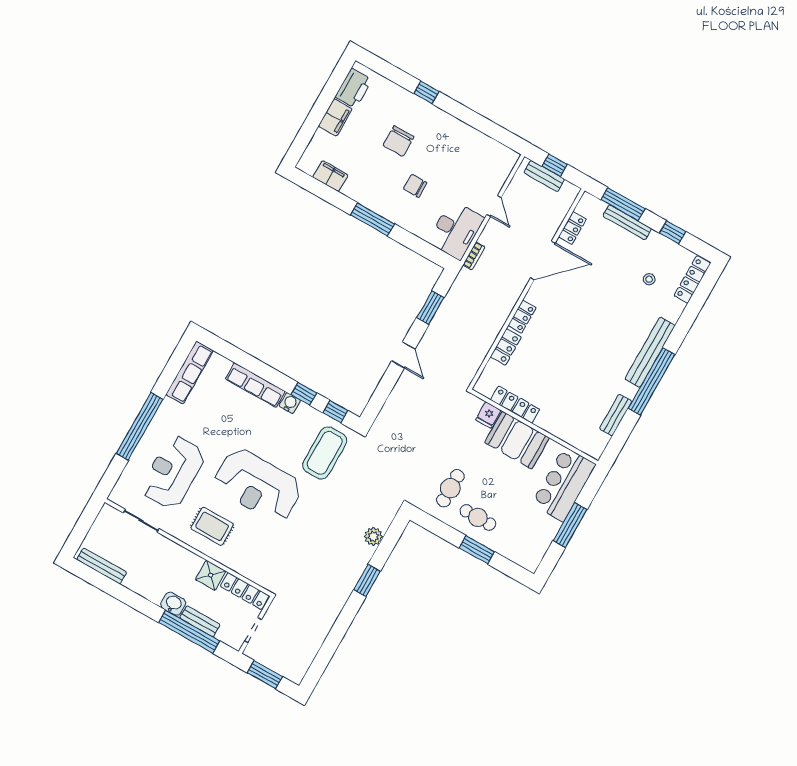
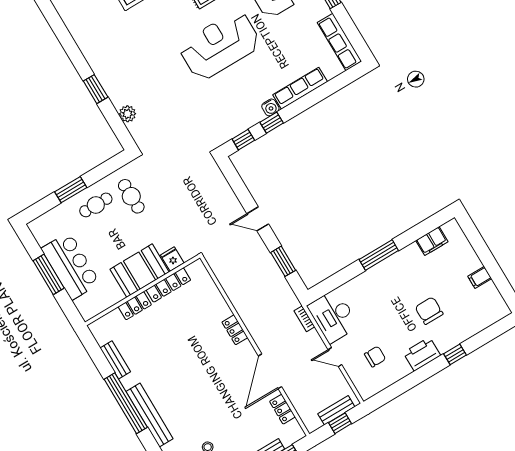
printer: (354, 88) -> (422, 354), moved, turned 90
filing cabinet: (335, 117) -> (480, 277), width x0.50
chair: (415, 186) -> (375, 357), moved
locker: (506, 347) -> (135, 306), moved, turned -90
coffee table: (325, 453) -> (215, 113), removed
bar counter: (564, 484) -> (71, 266), moved

